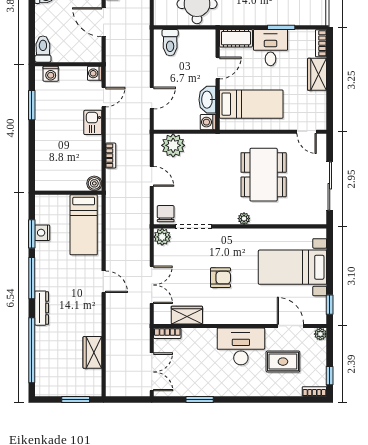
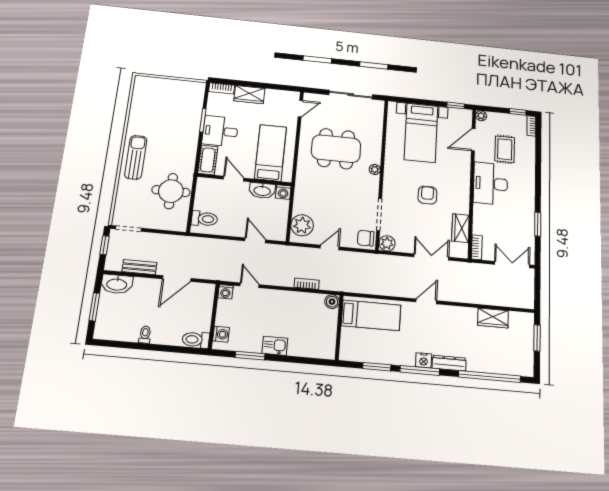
kitchen sink: (93, 122) -> (275, 346), moved, turned 180
nightstand: (42, 233) -> (424, 360), moved

